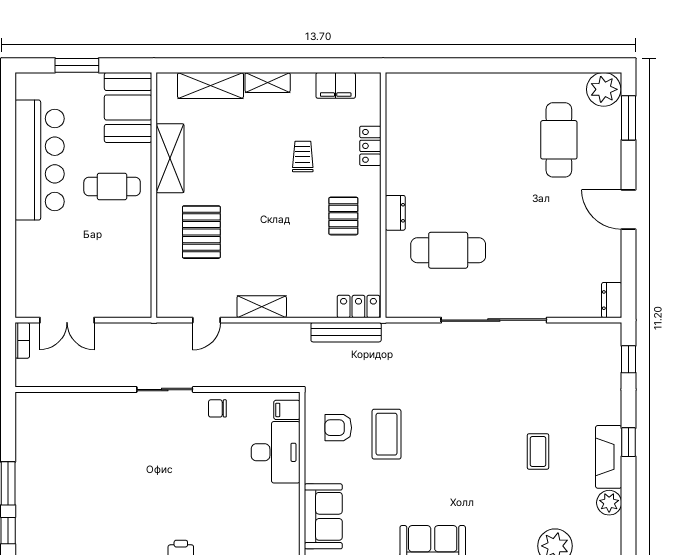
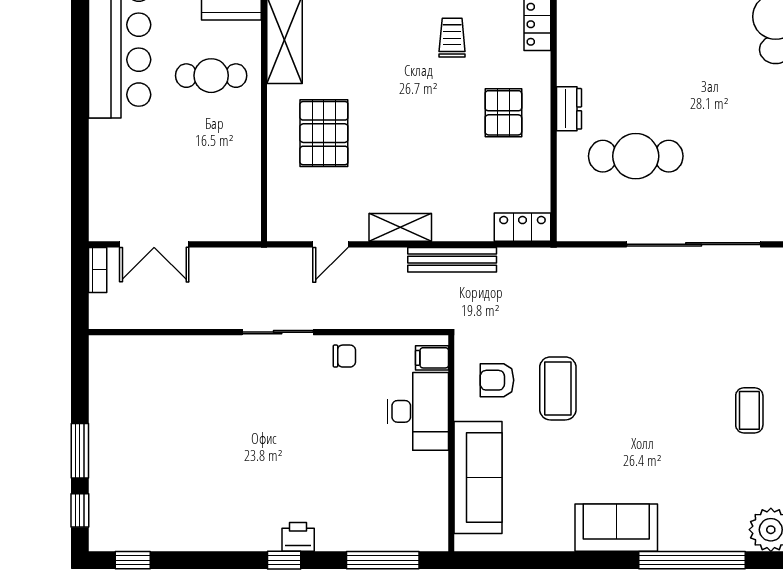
bench: (346, 332) -> (452, 260), moved
chair: (217, 408) -> (344, 356), turned 180
sofa: (323, 516) -> (478, 477), width x1.36

